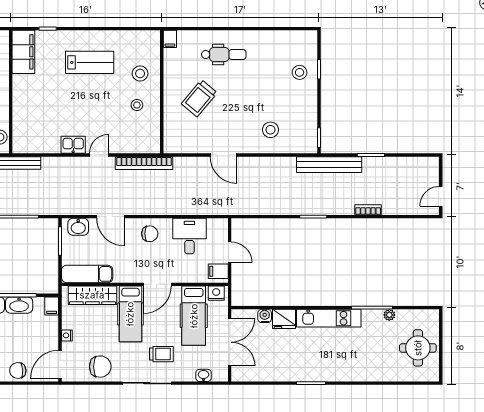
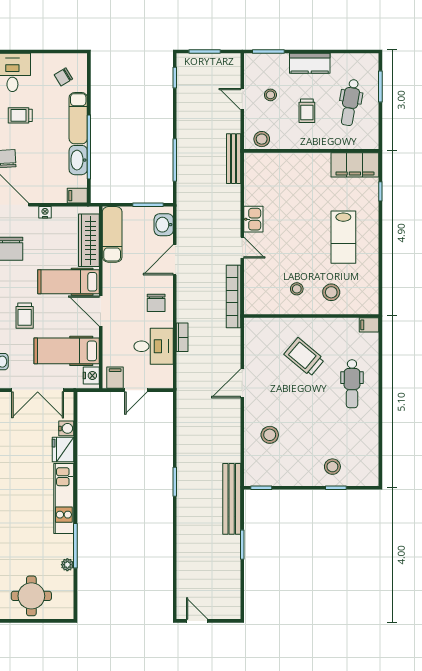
bookcase: (368, 210) -> (182, 337), moved

